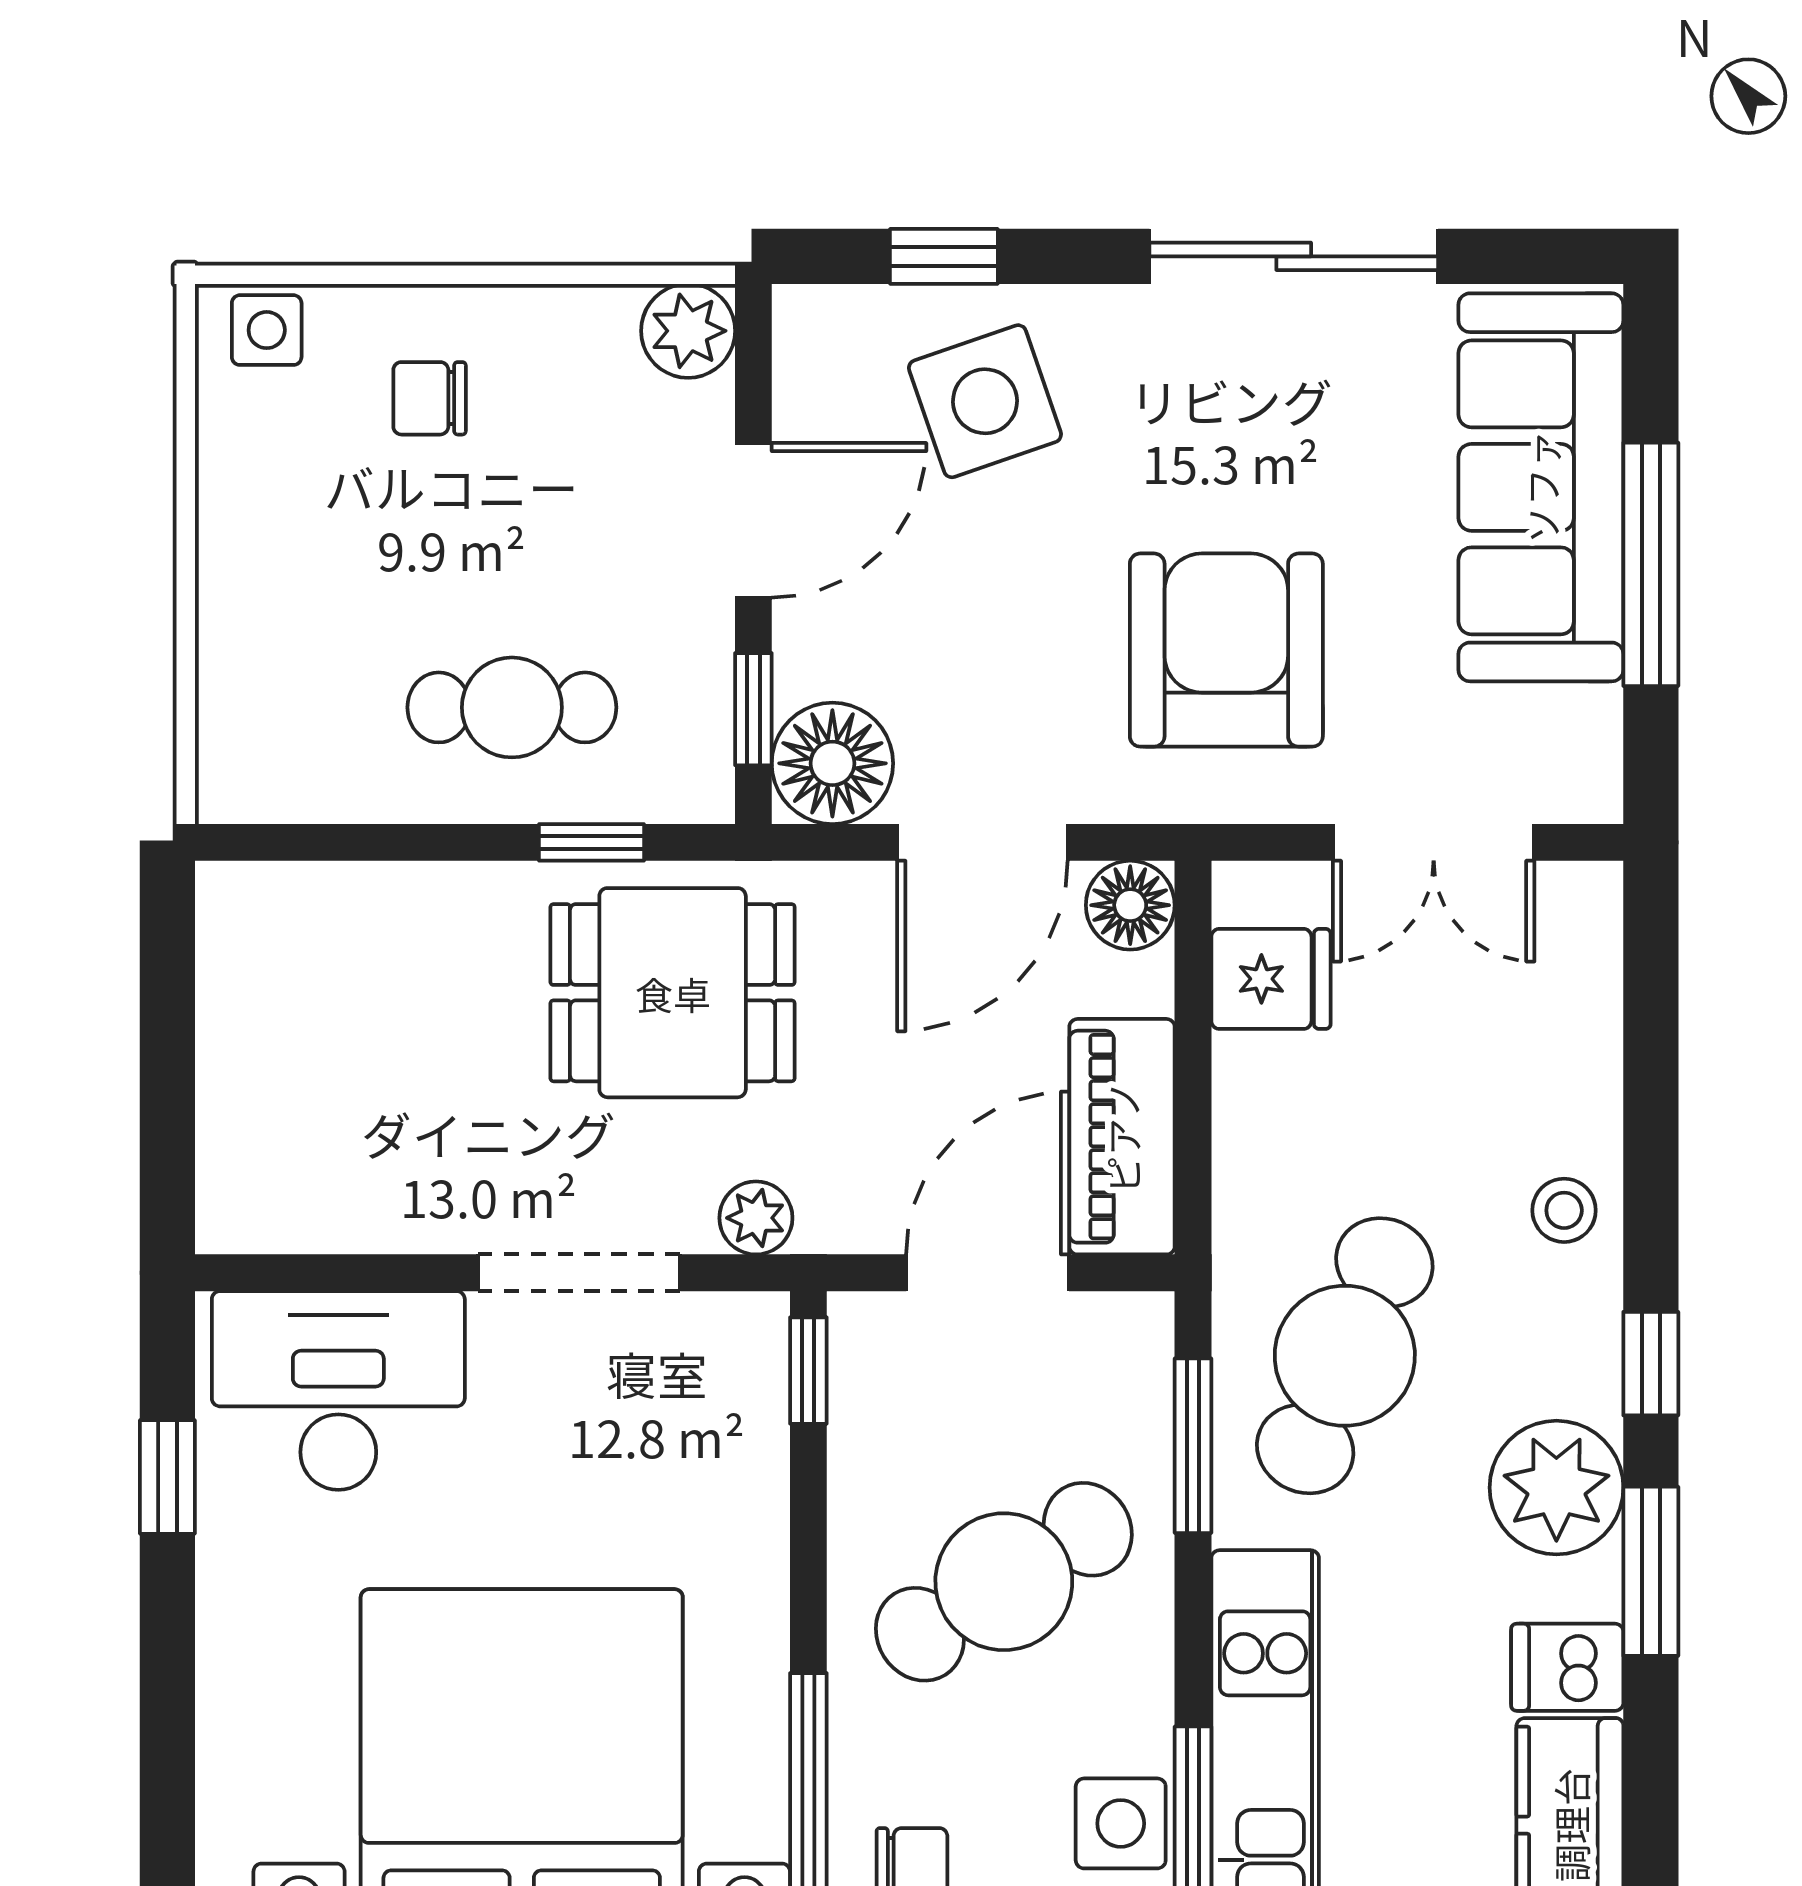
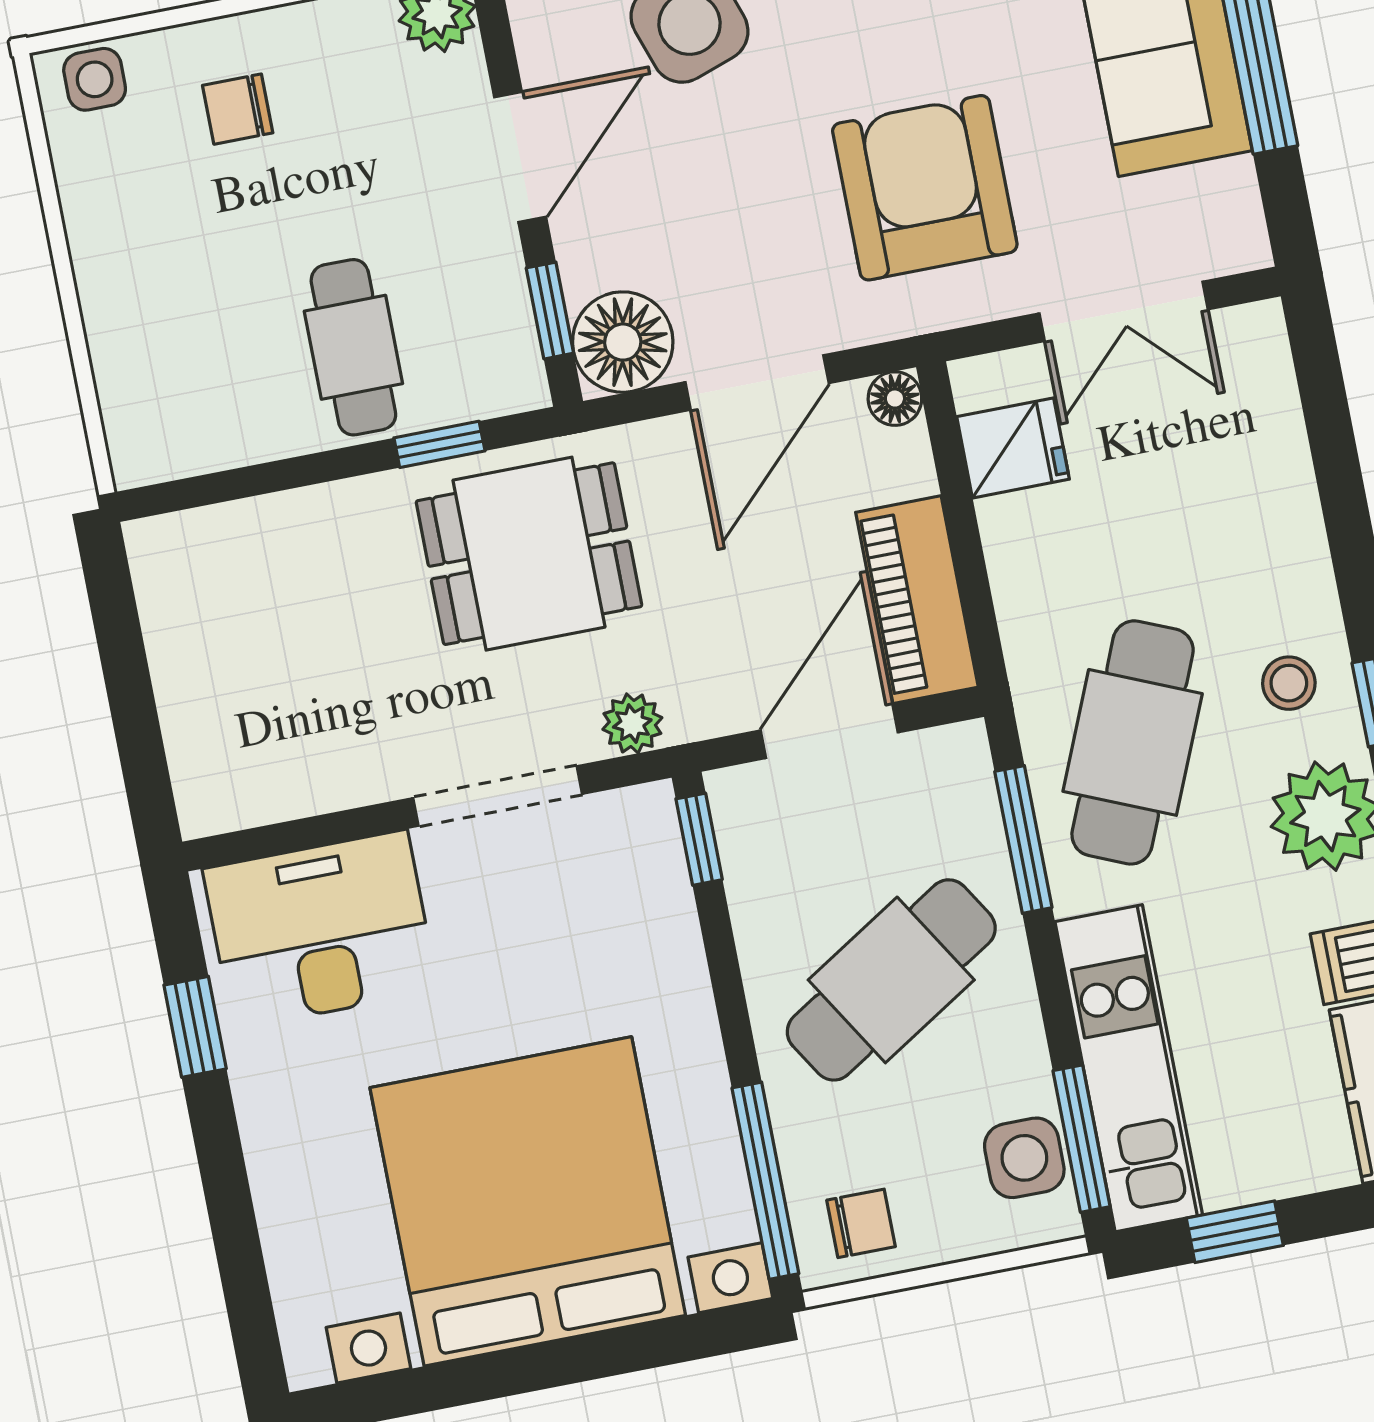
cafe table: (512, 707) -> (353, 347), turned 90
floor lamp: (1130, 905) -> (895, 399), width x0.73, depth x0.73
stool: (1564, 1210) -> (1289, 683), moved

